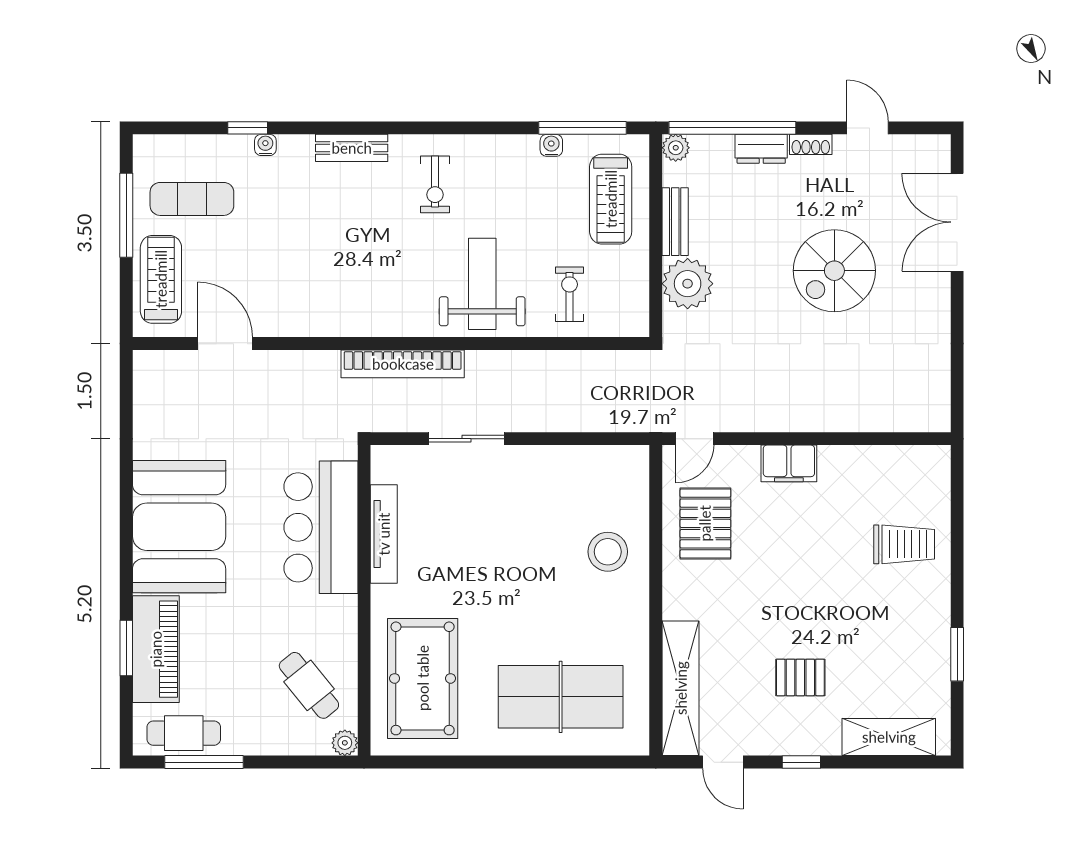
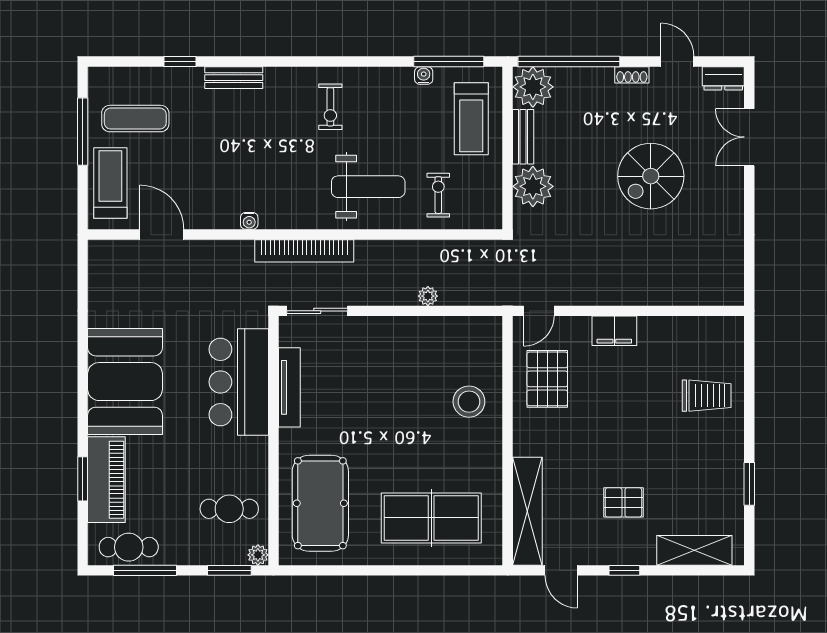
water cooler: (265, 145) -> (249, 221), moved, turned 180
bench: (352, 148) -> (234, 78), moved
plant: (676, 148) -> (533, 87), width x1.87, depth x1.87
dresser: (761, 149) -> (723, 78), moved
double door: (957, 222) -> (749, 137), width x0.73
weight bench: (482, 284) -> (368, 187), turned 90
plant: (557, 420) -> (428, 296), added
sliding door: (467, 439) -> (317, 311), moved
cafe table: (309, 685) -> (229, 509), turned -51
window: (309, 762) -> (229, 570), added

